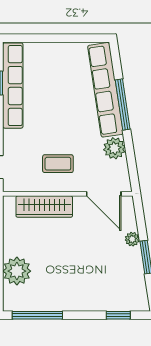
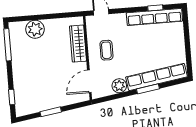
window: (123, 104) -> (148, 89), width x0.69
plant: (132, 239) -> (62, 102), removed

